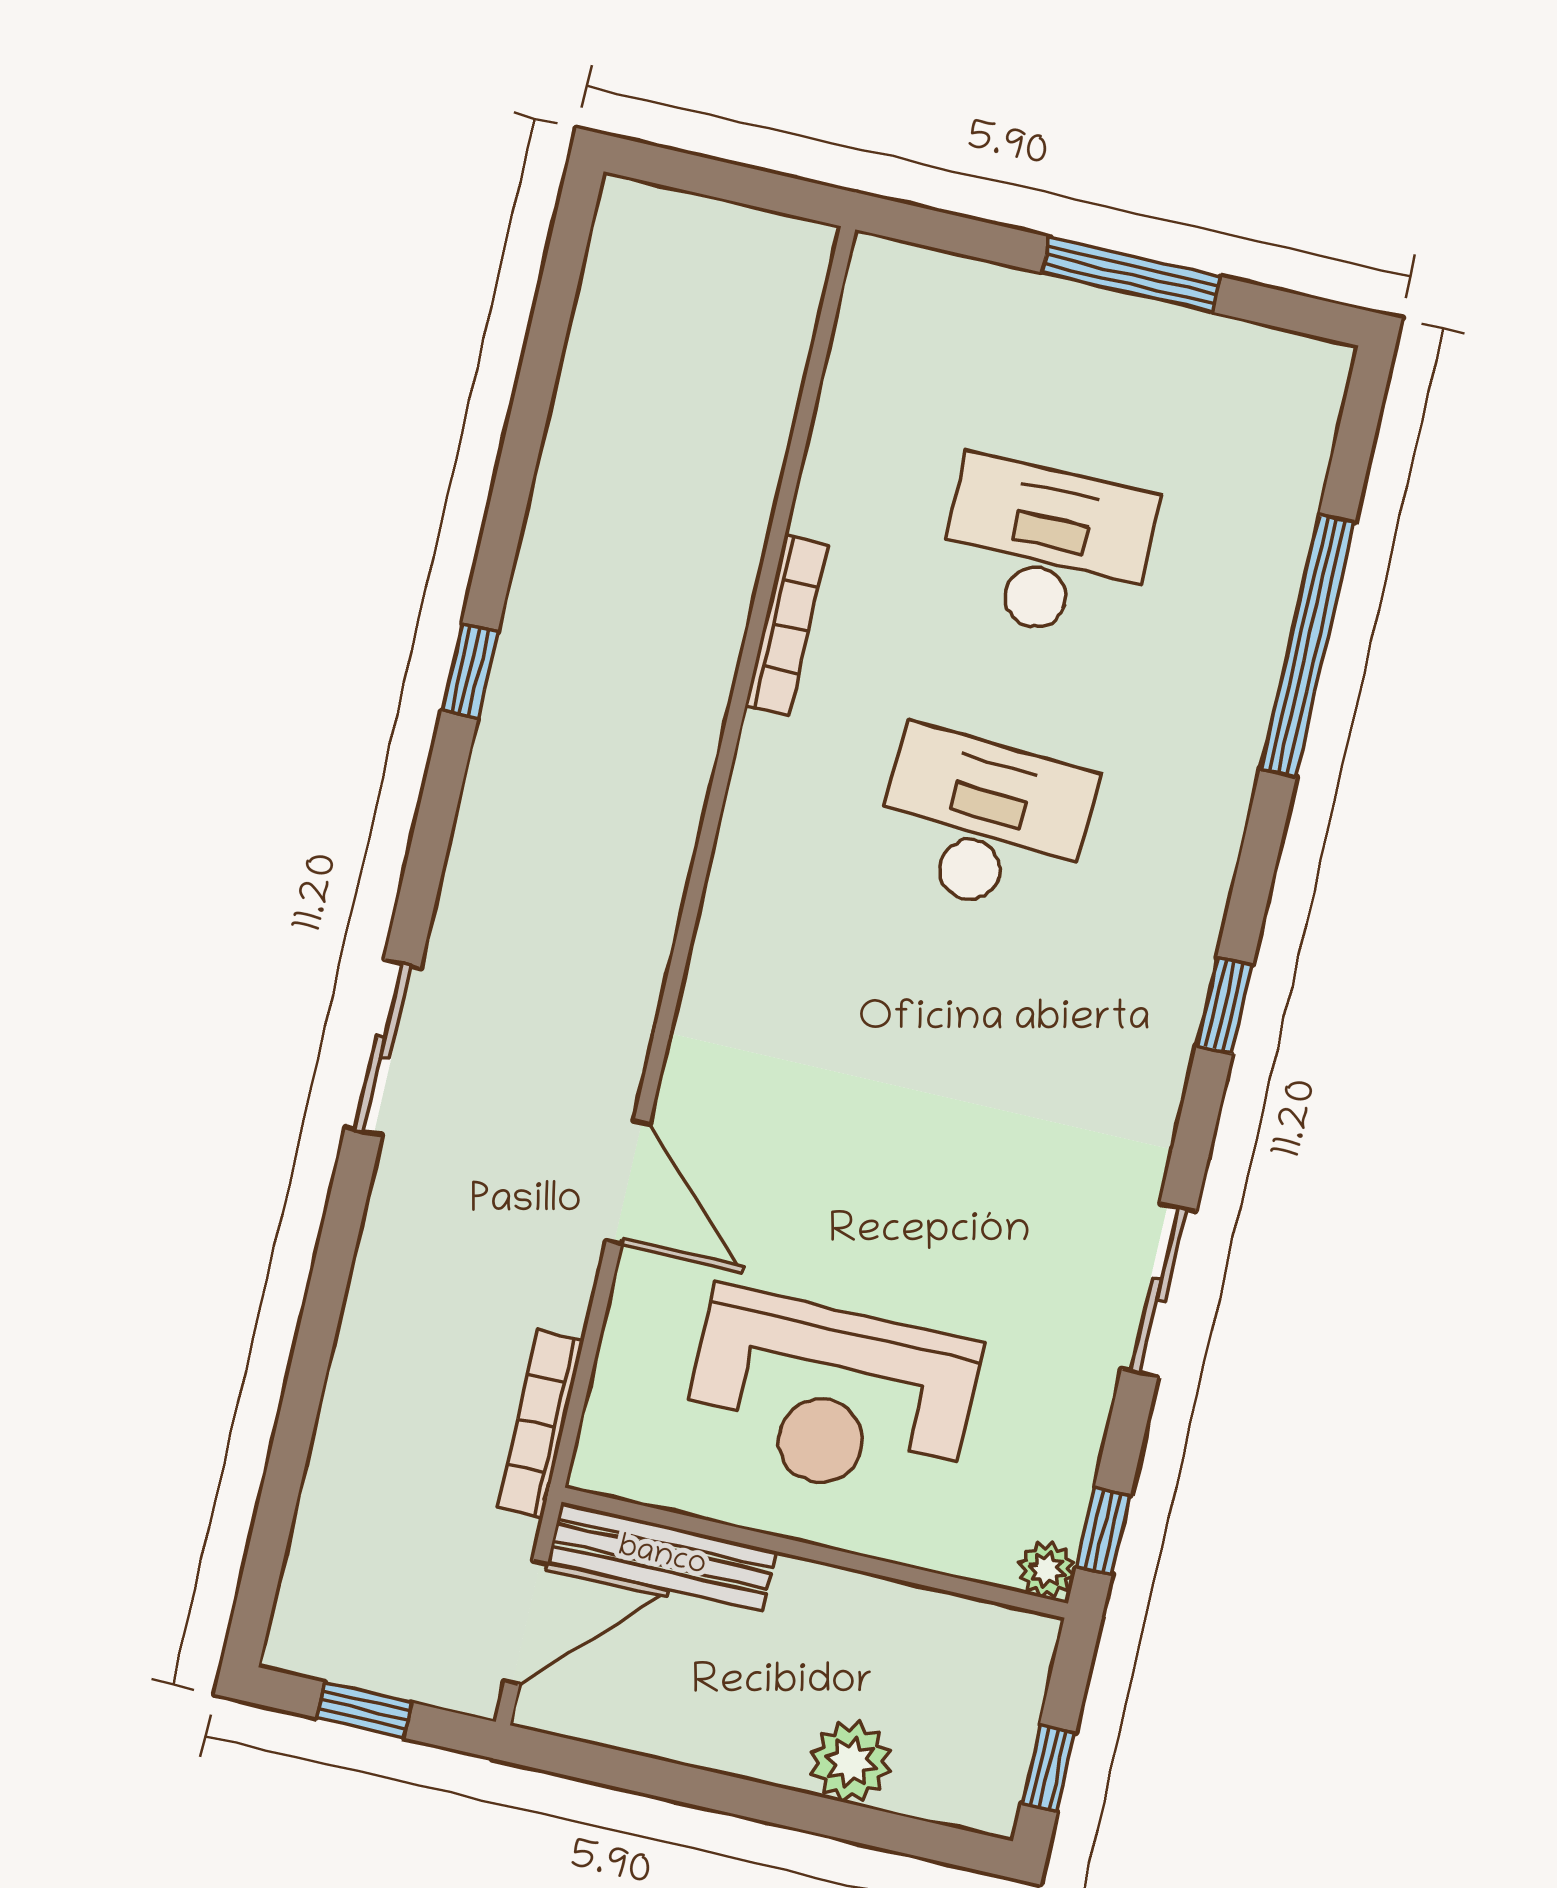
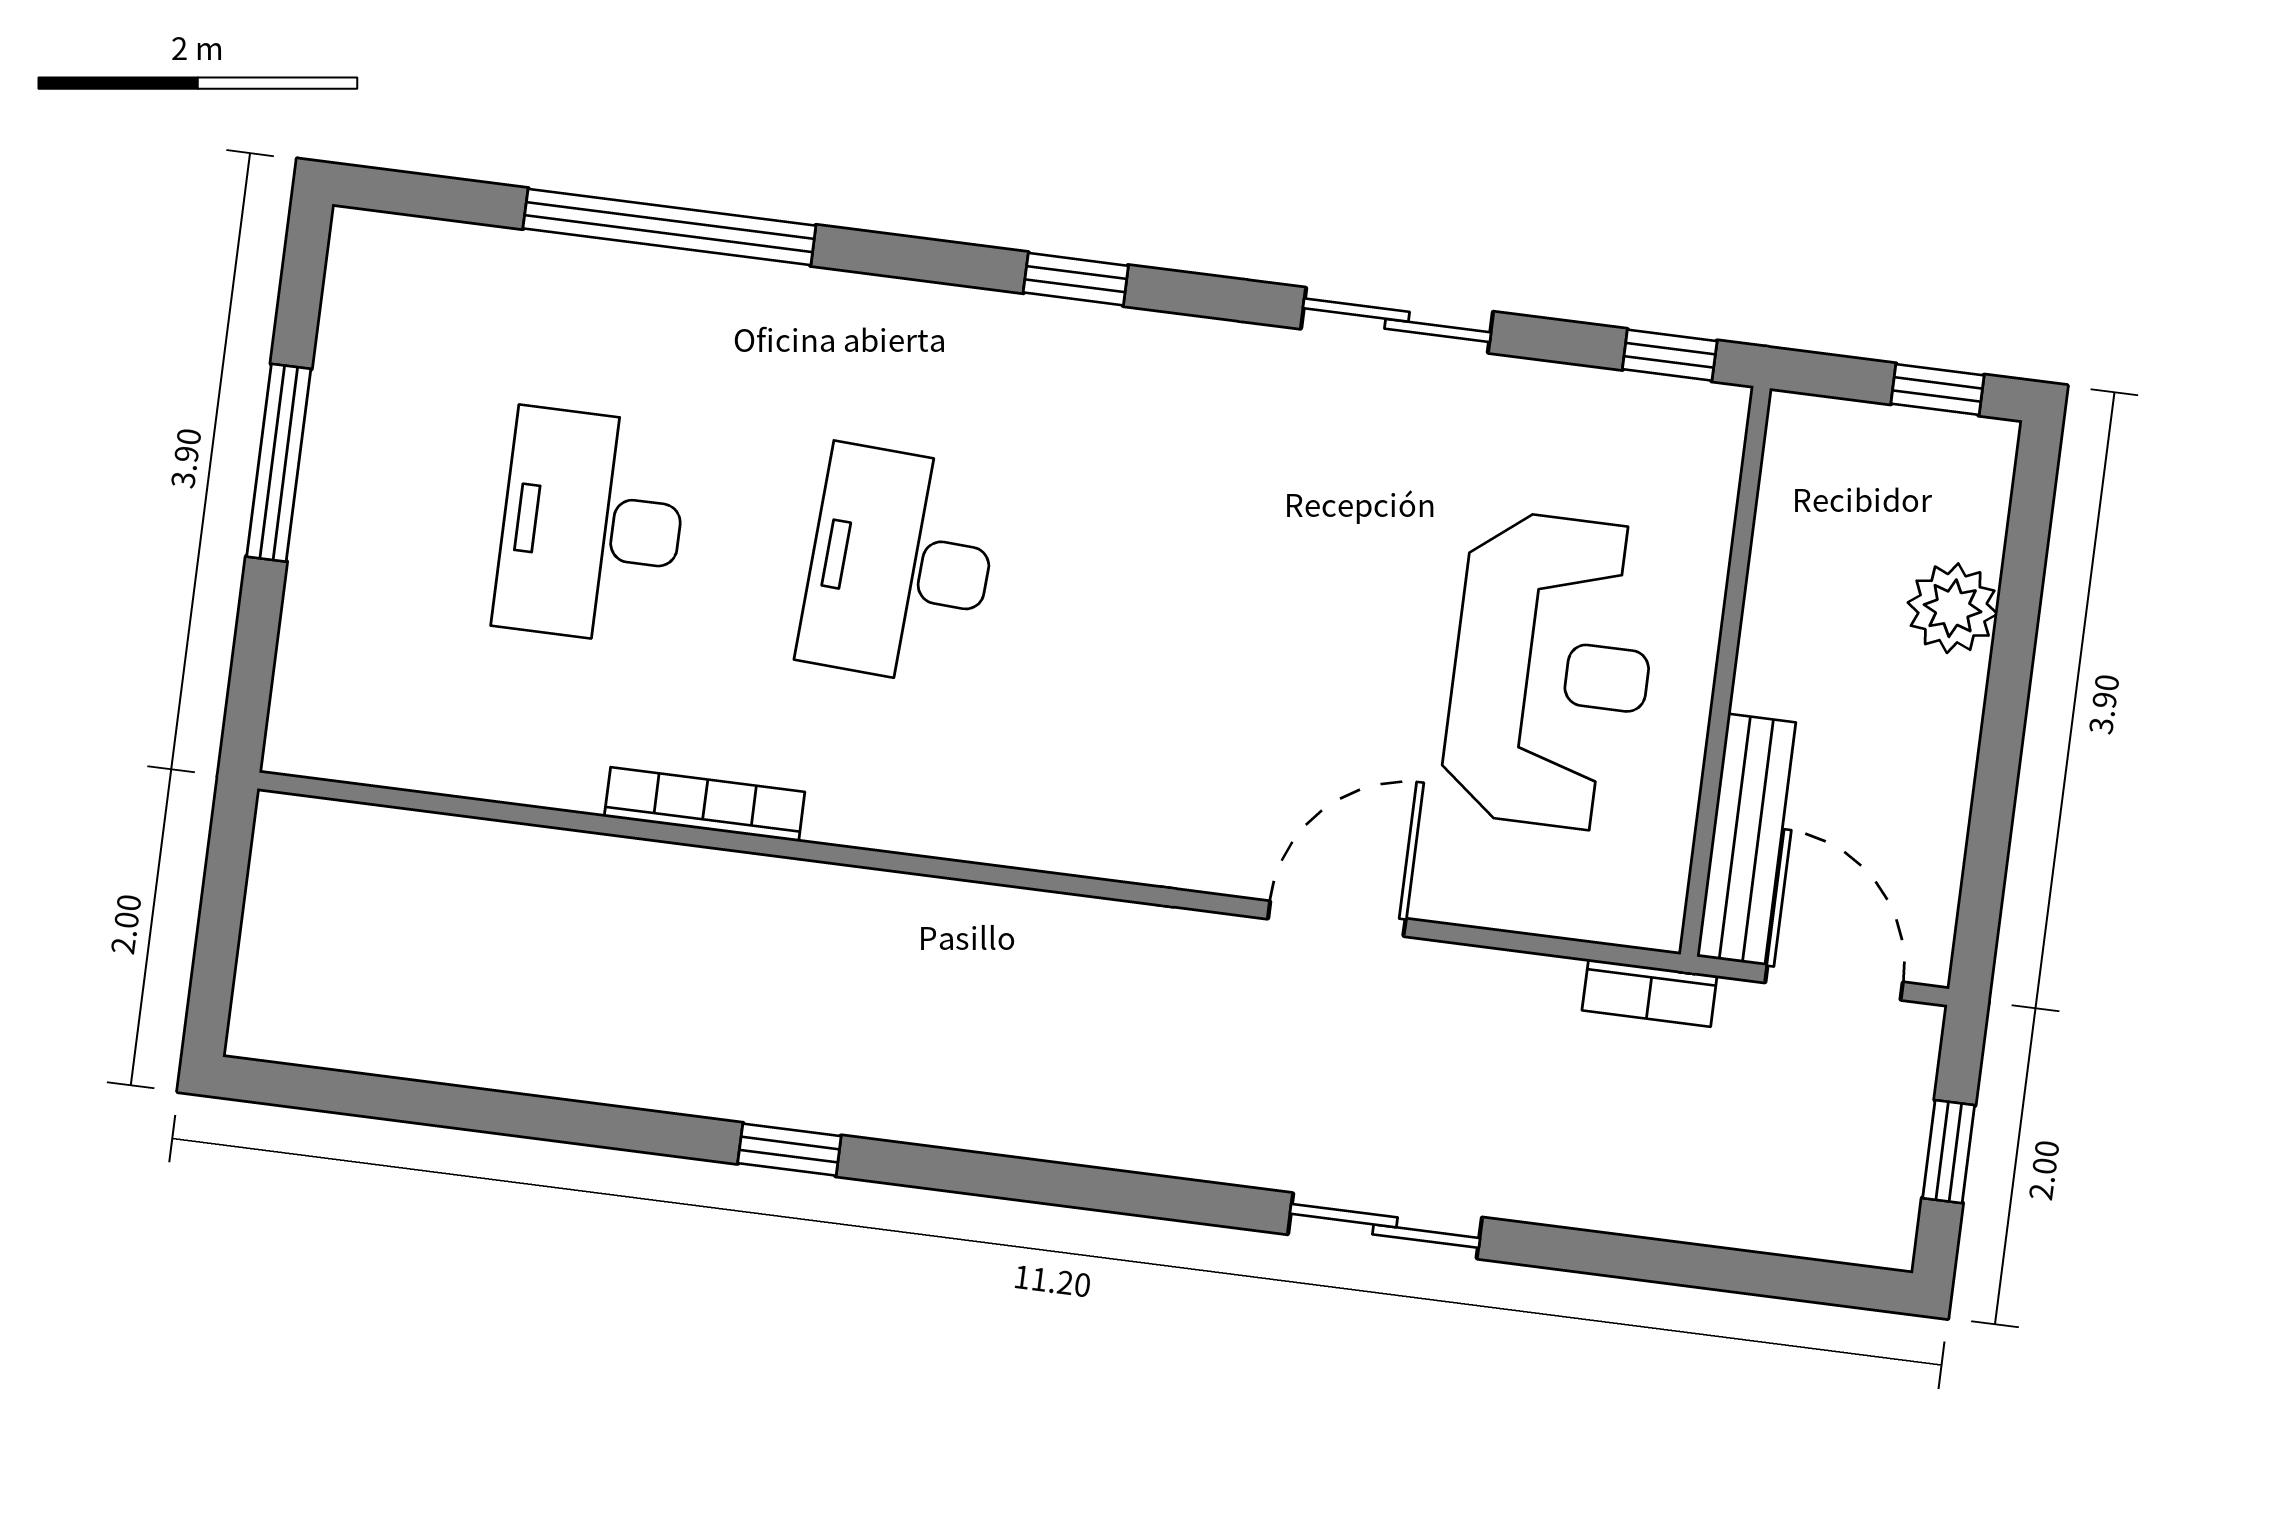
sliding door: (383, 1048) -> (1385, 1226), moved
bookcase: (541, 1424) -> (1650, 993), width x0.64
plant: (1047, 1570) -> (1718, 413), removed

